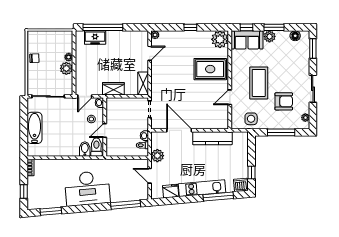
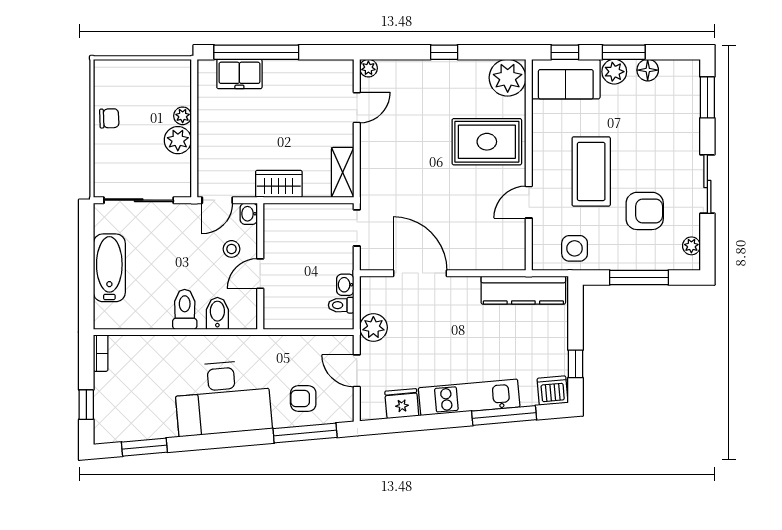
floor lamp: (295, 36) -> (648, 70), moved
kitchen counter: (212, 138) -> (523, 290), moved
toilet: (96, 147) -> (185, 309), moved
armchair: (125, 189) -> (303, 398), added

